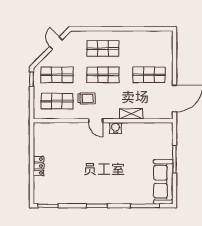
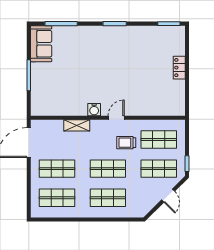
door: (56, 43) -> (168, 196), moved
shop shelf: (149, 49) -> (57, 198), added
door: (96, 121) -> (116, 118), hinge flipped
sofa: (163, 182) -> (41, 44), width x0.73

